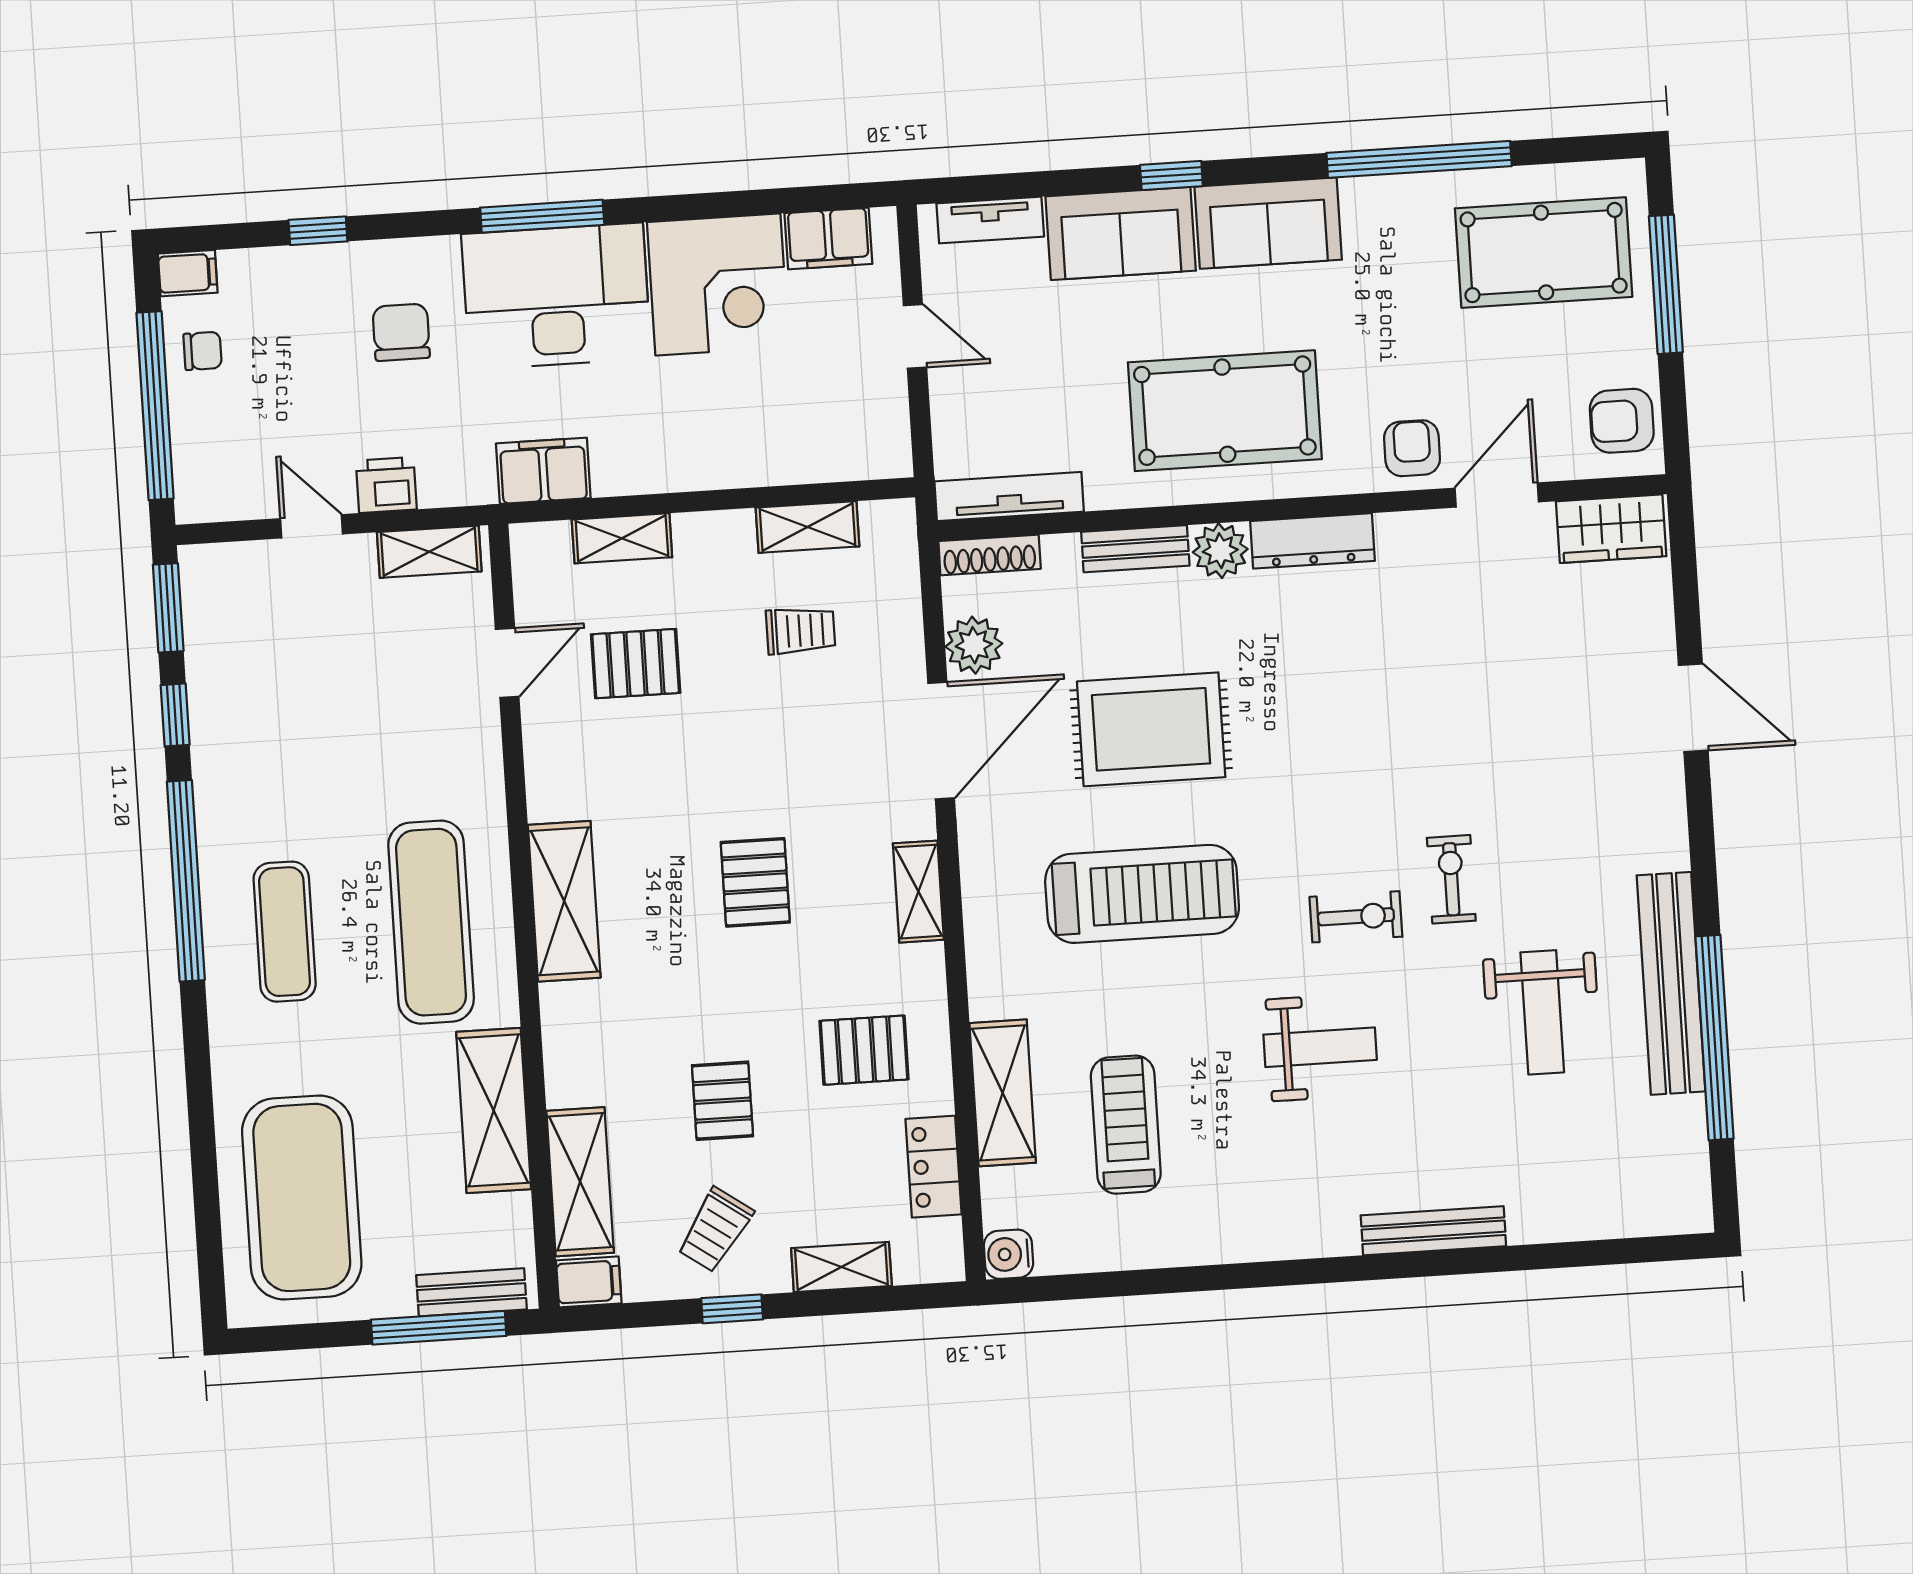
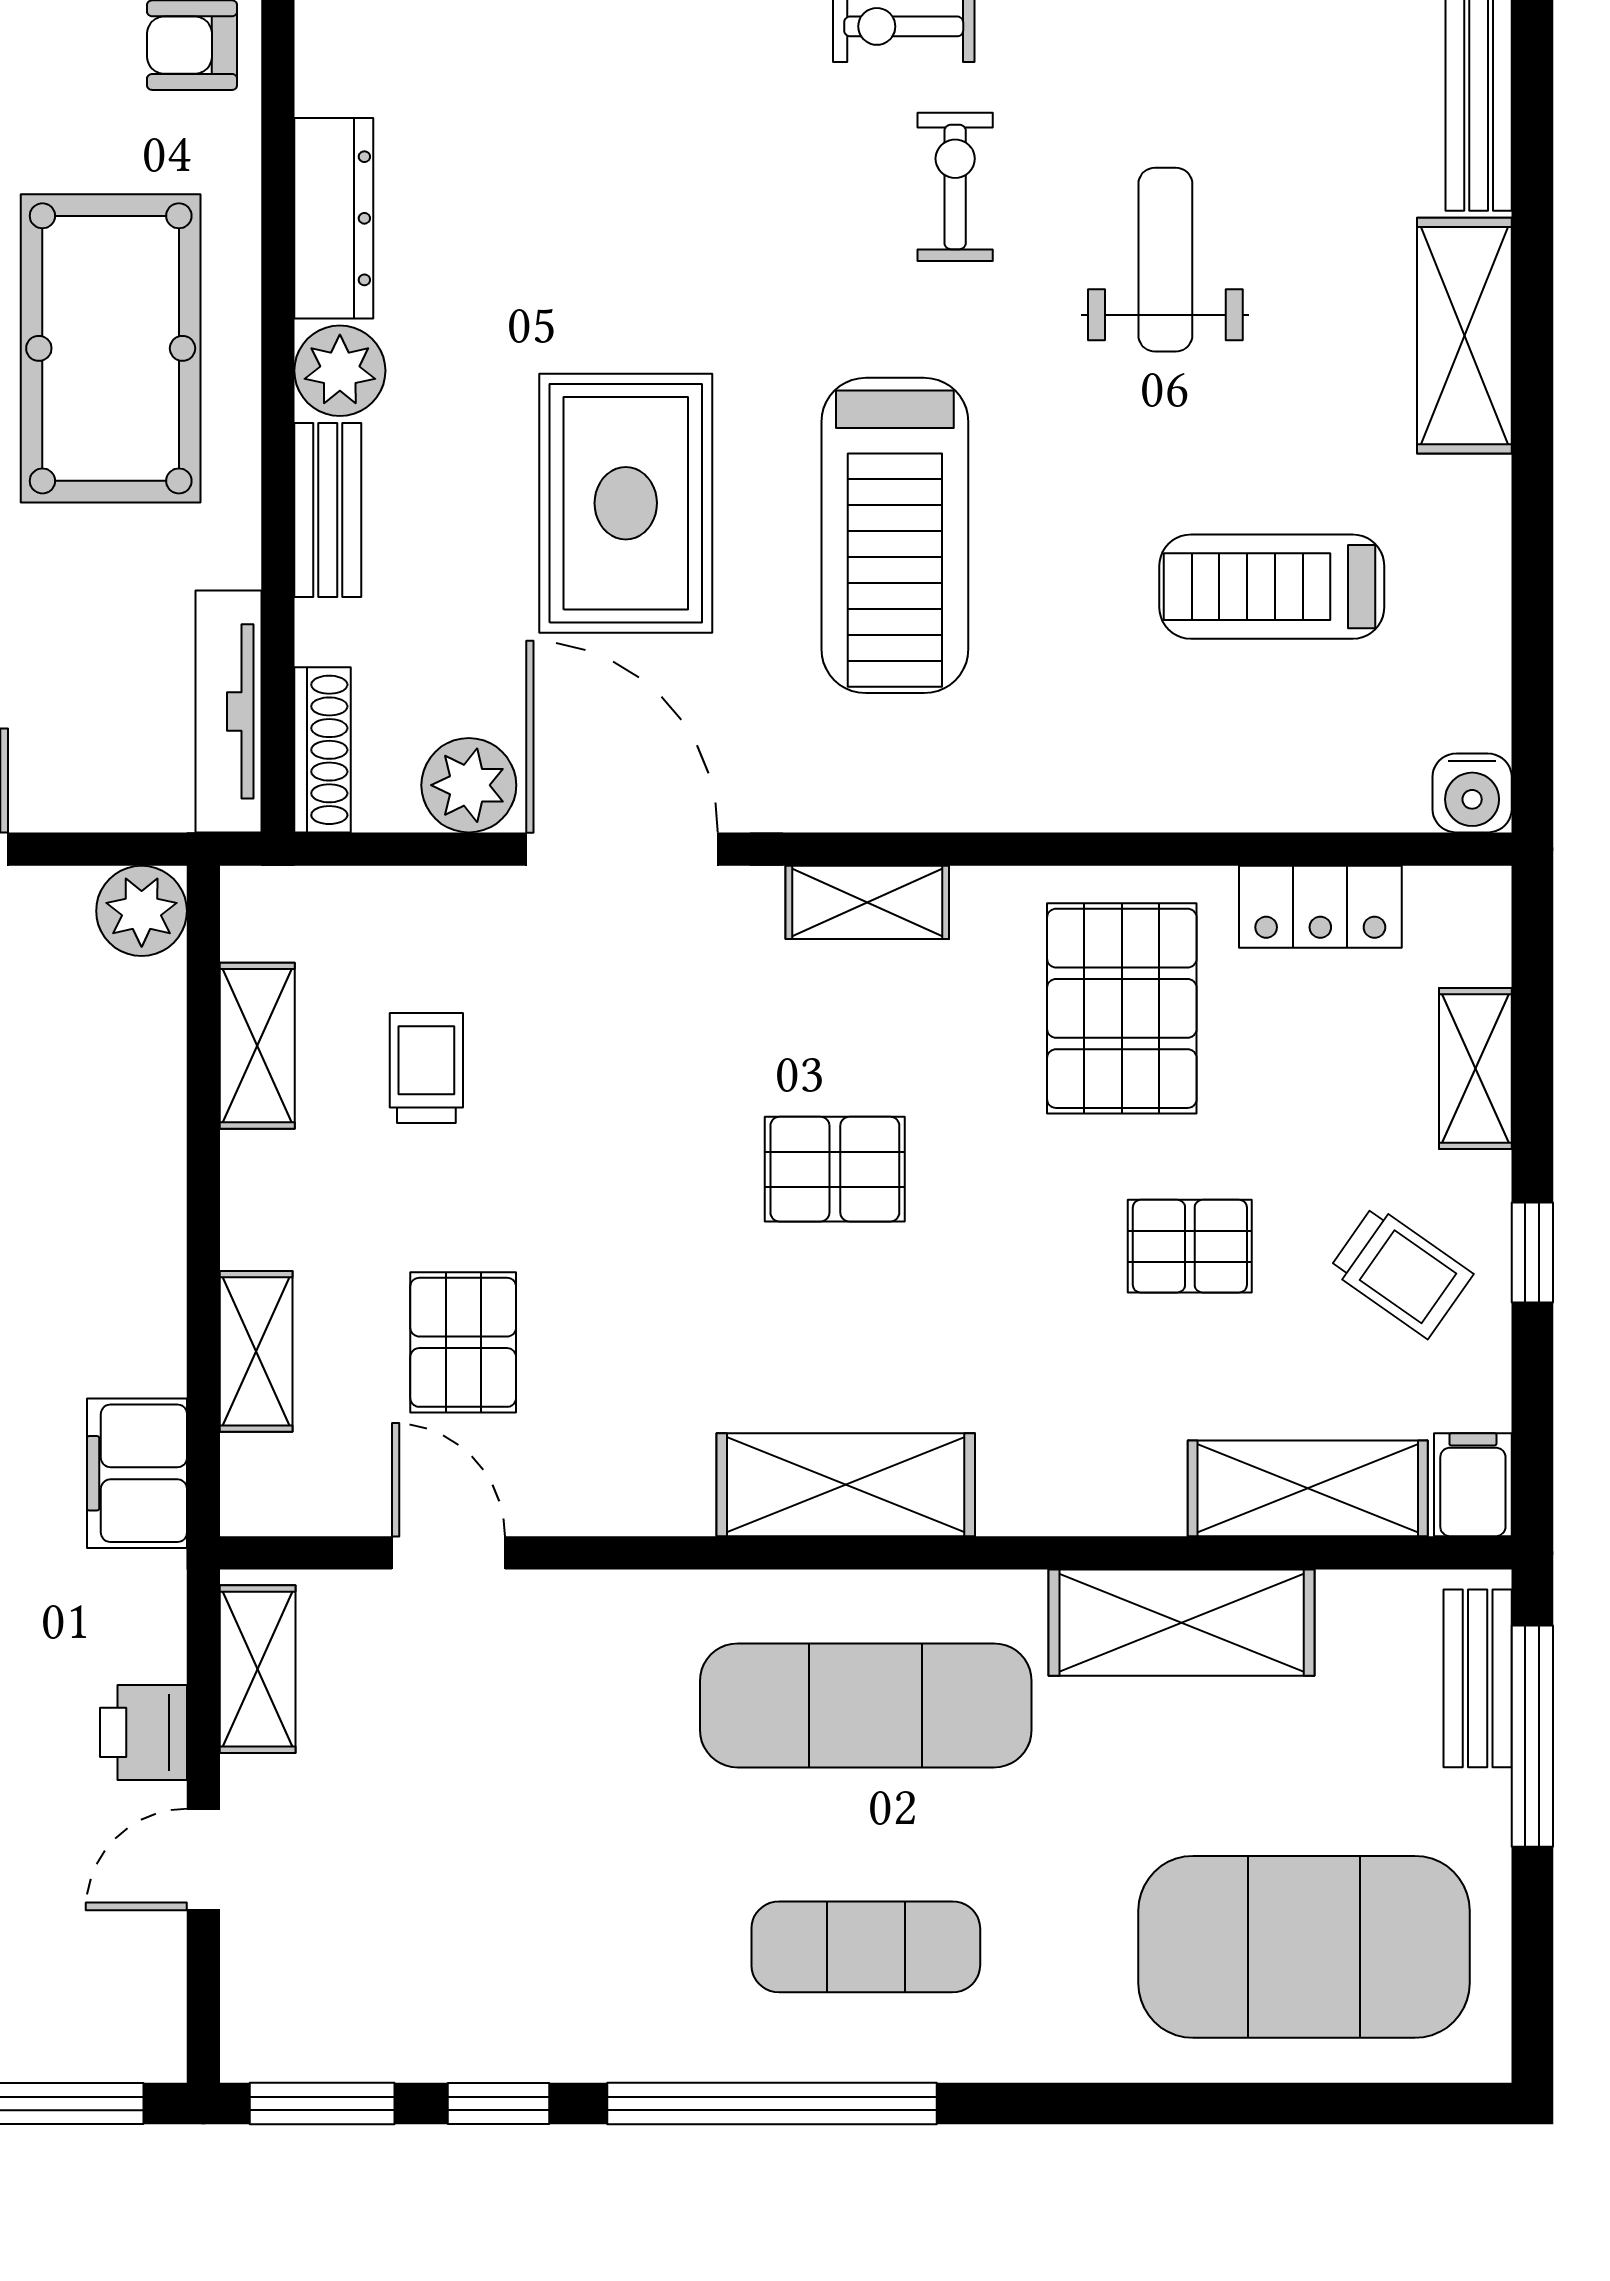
plant: (885, 452) -> (142, 911), added
treadmill: (1142, 894) -> (895, 535), turned 180
pallet: (864, 1050) -> (1122, 1008), width x1.50, depth x1.42
shelving: (1003, 1093) -> (1464, 336), moved, turned 90

